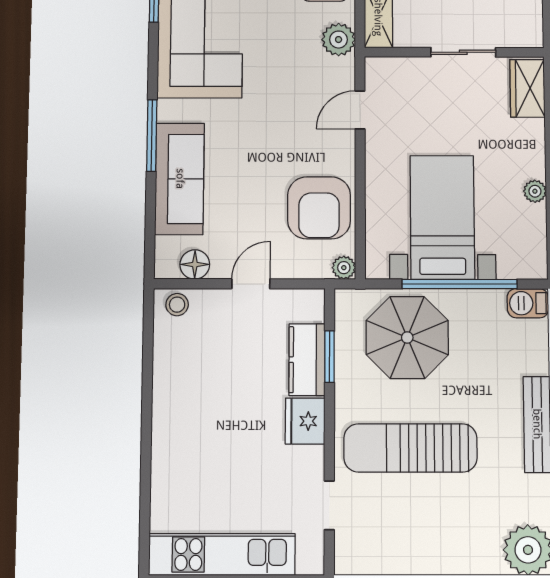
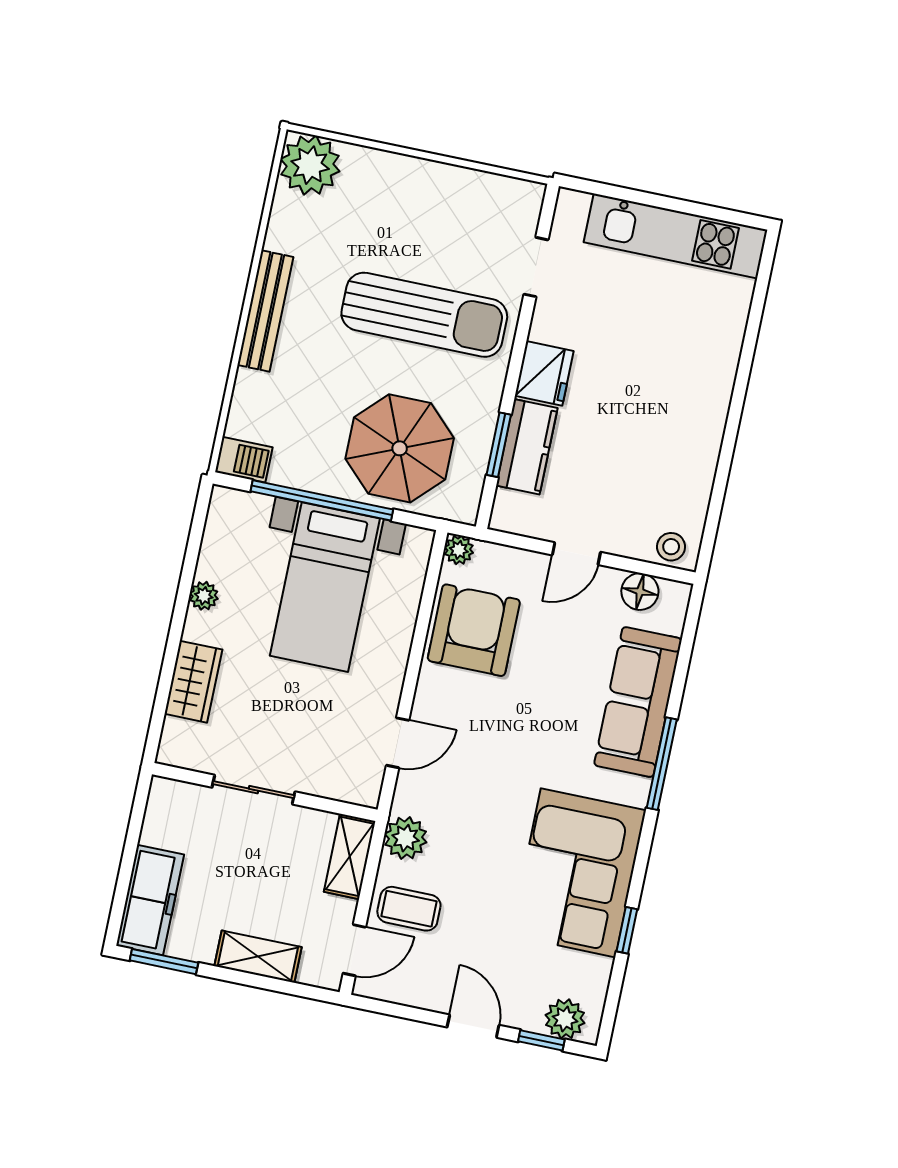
wardrobe: (527, 88) -> (193, 682), moved

